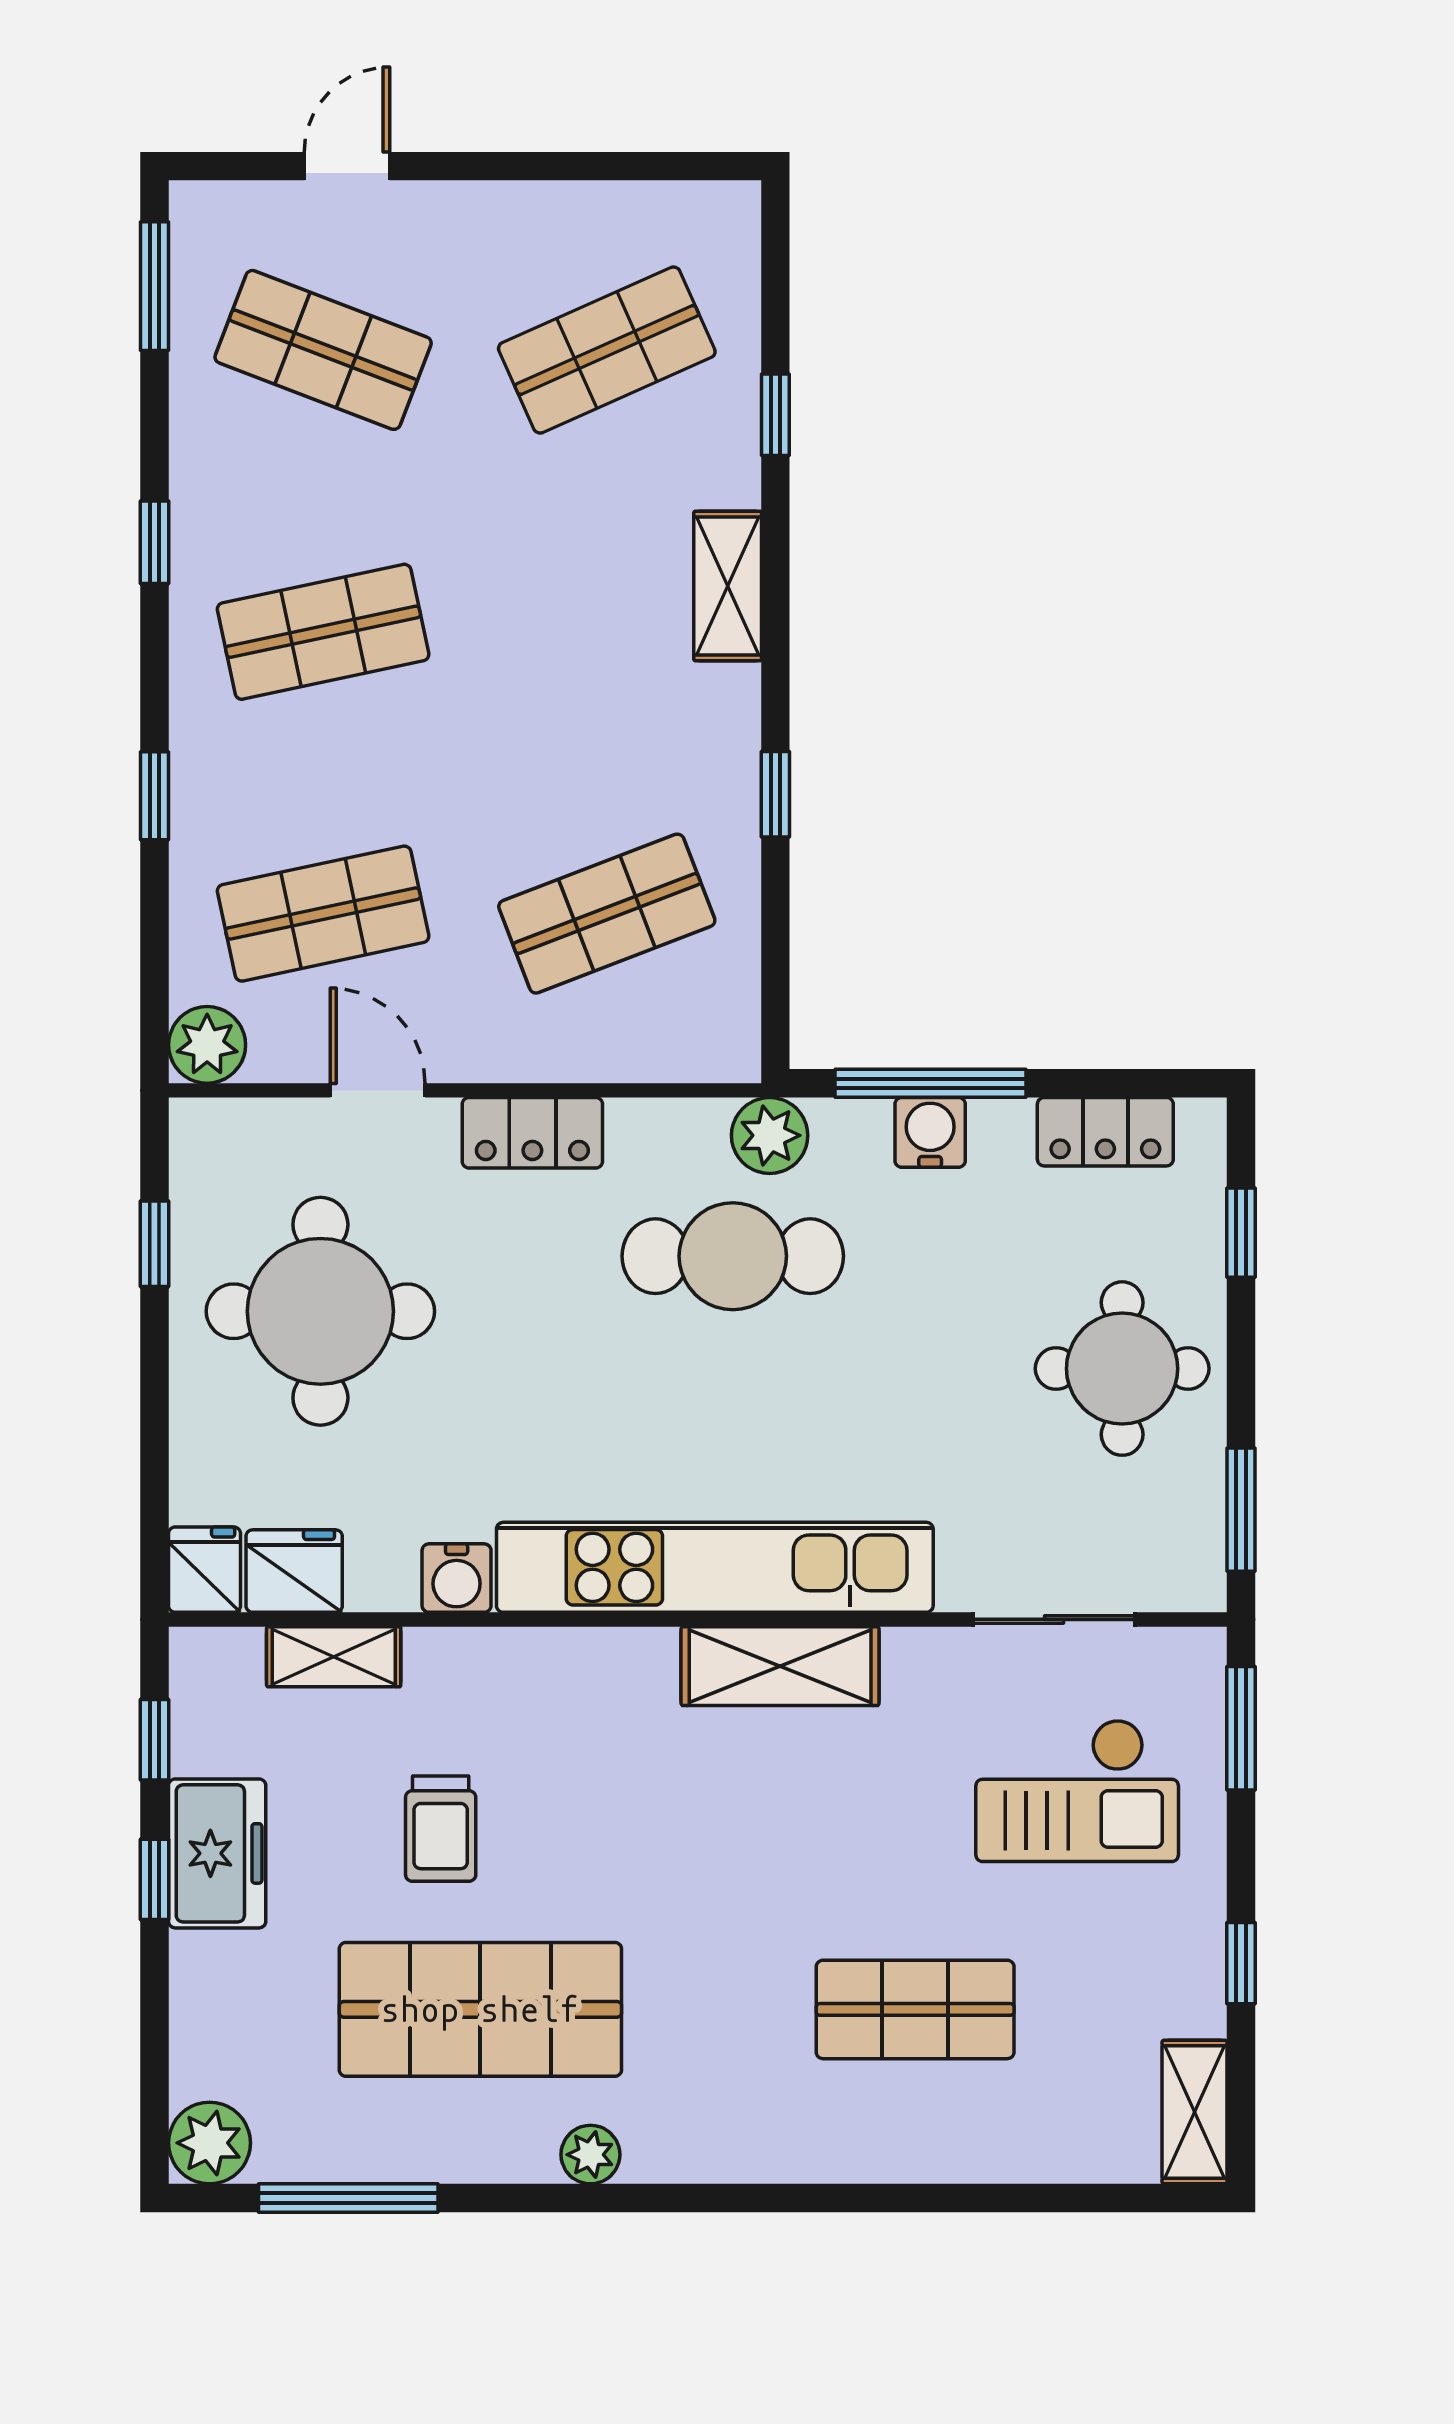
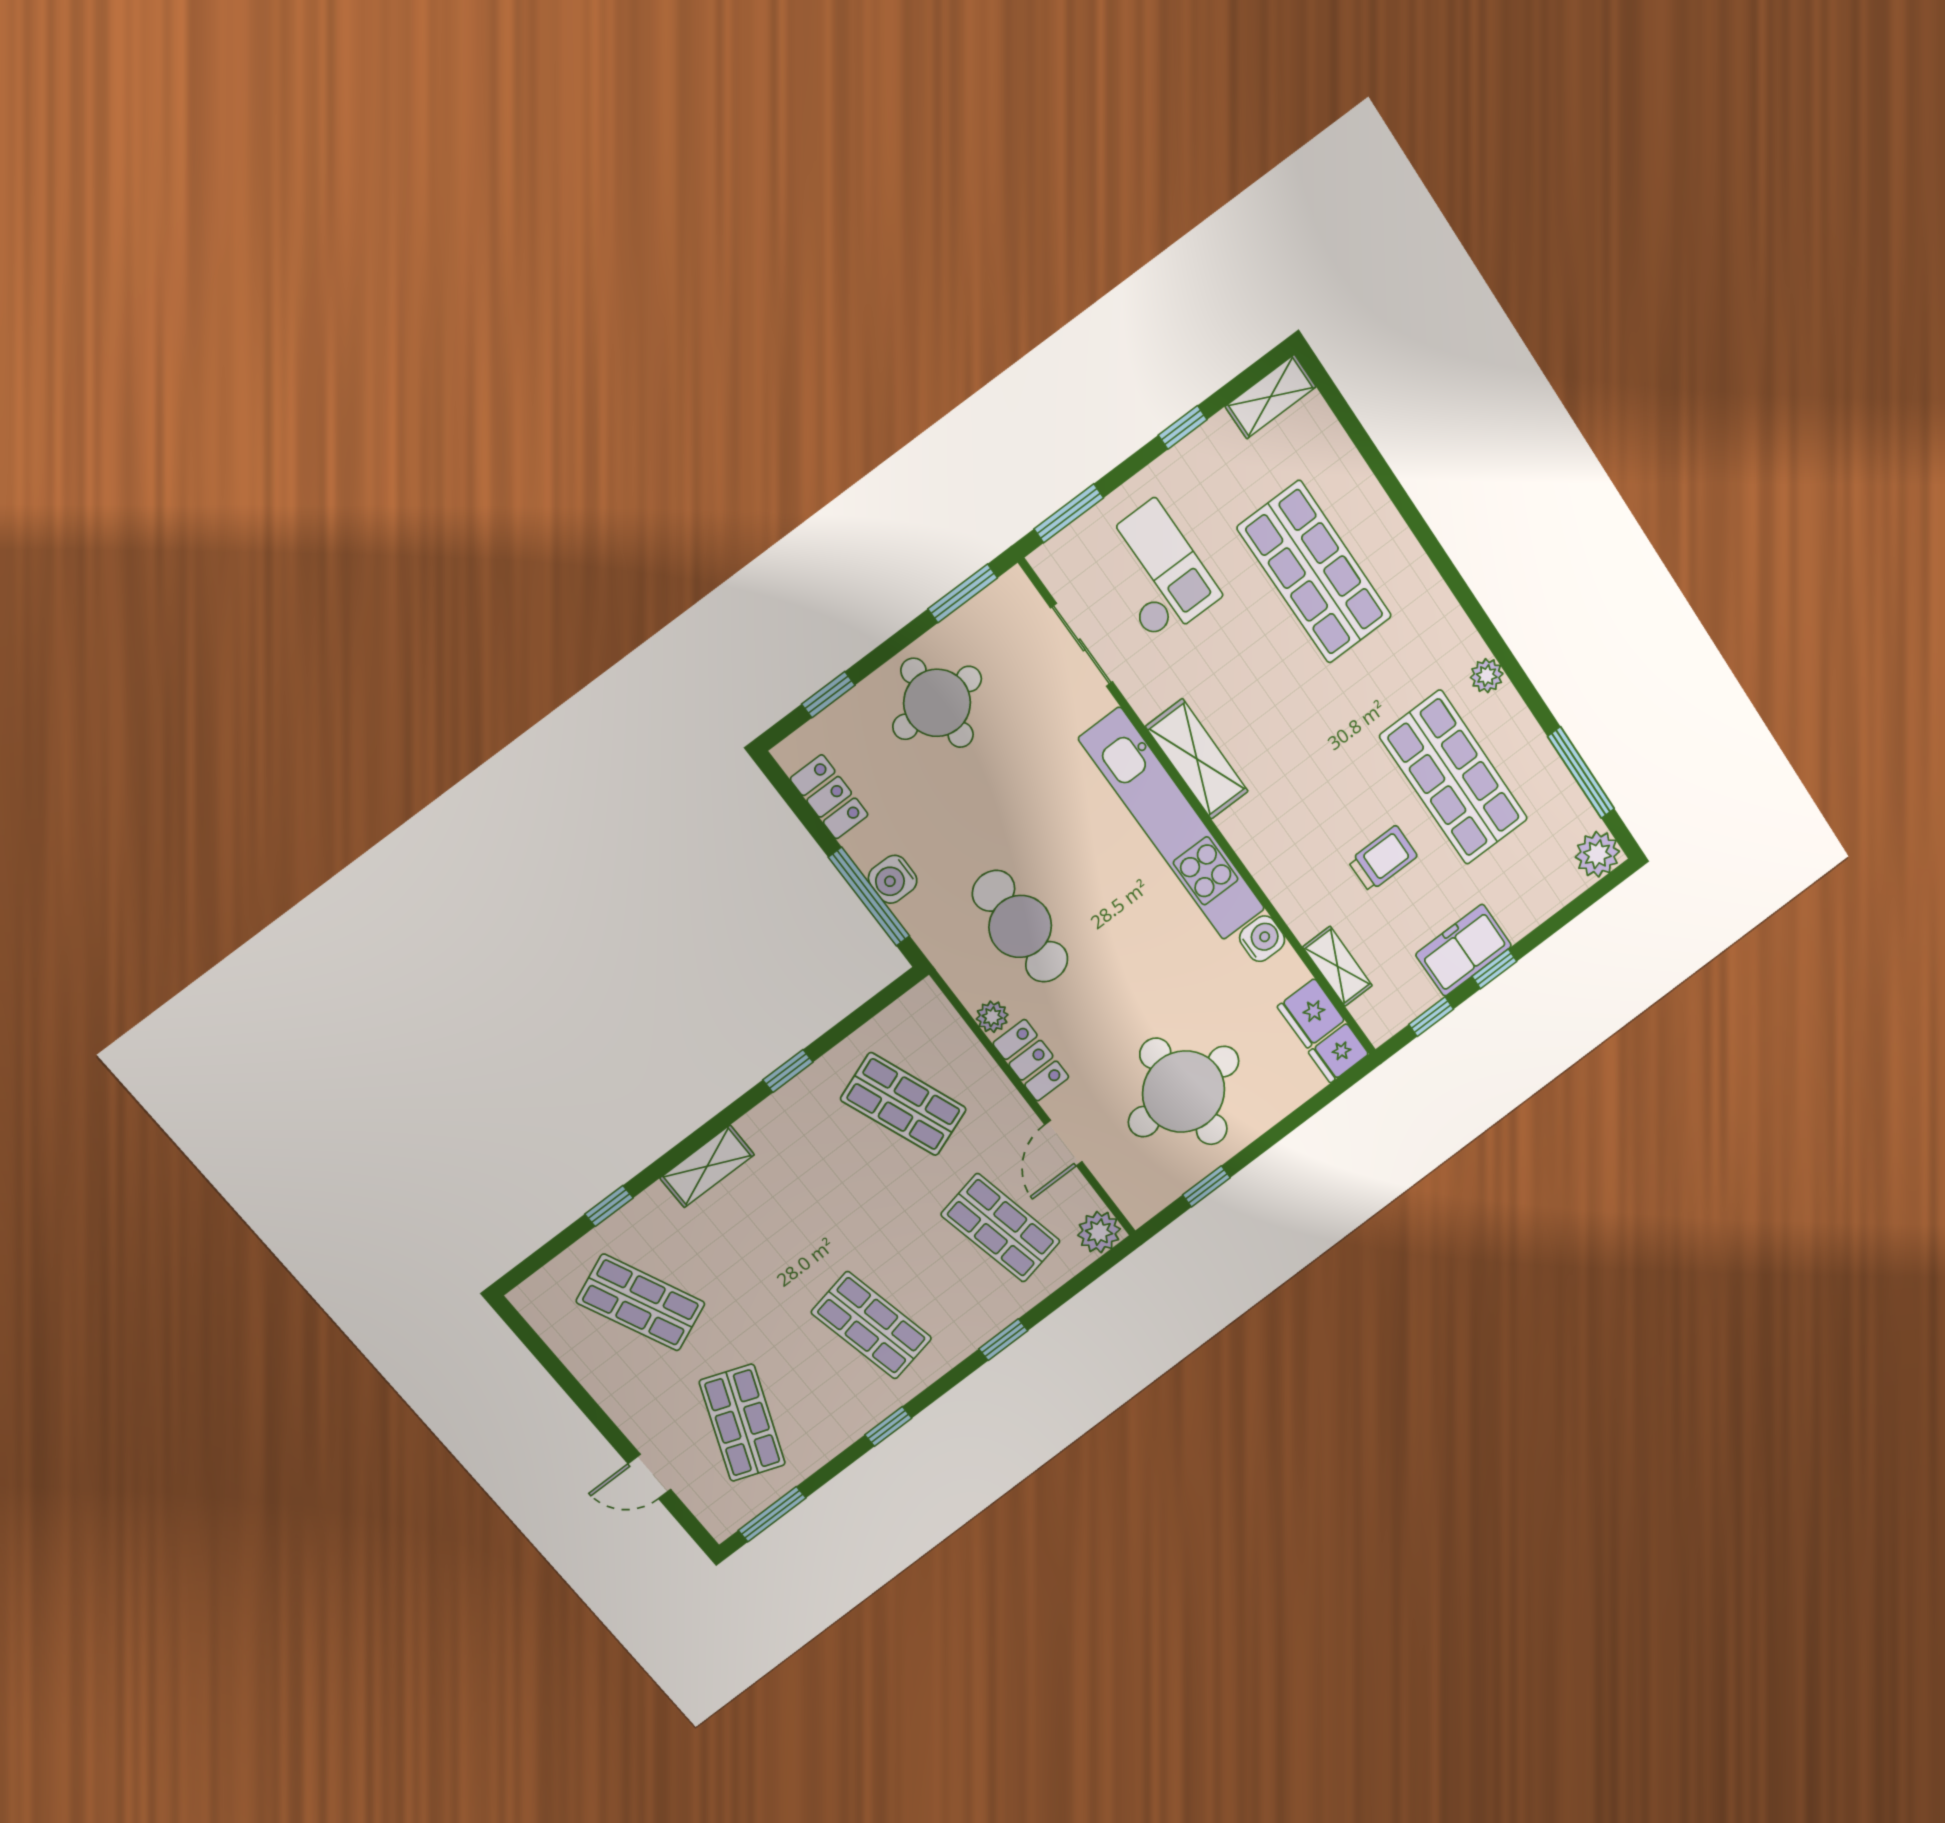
plant: (770, 1135) -> (992, 1017), moved, width x0.73, depth x0.73
shop shelf: (915, 2009) -> (1315, 572), width x1.43, depth x1.36

